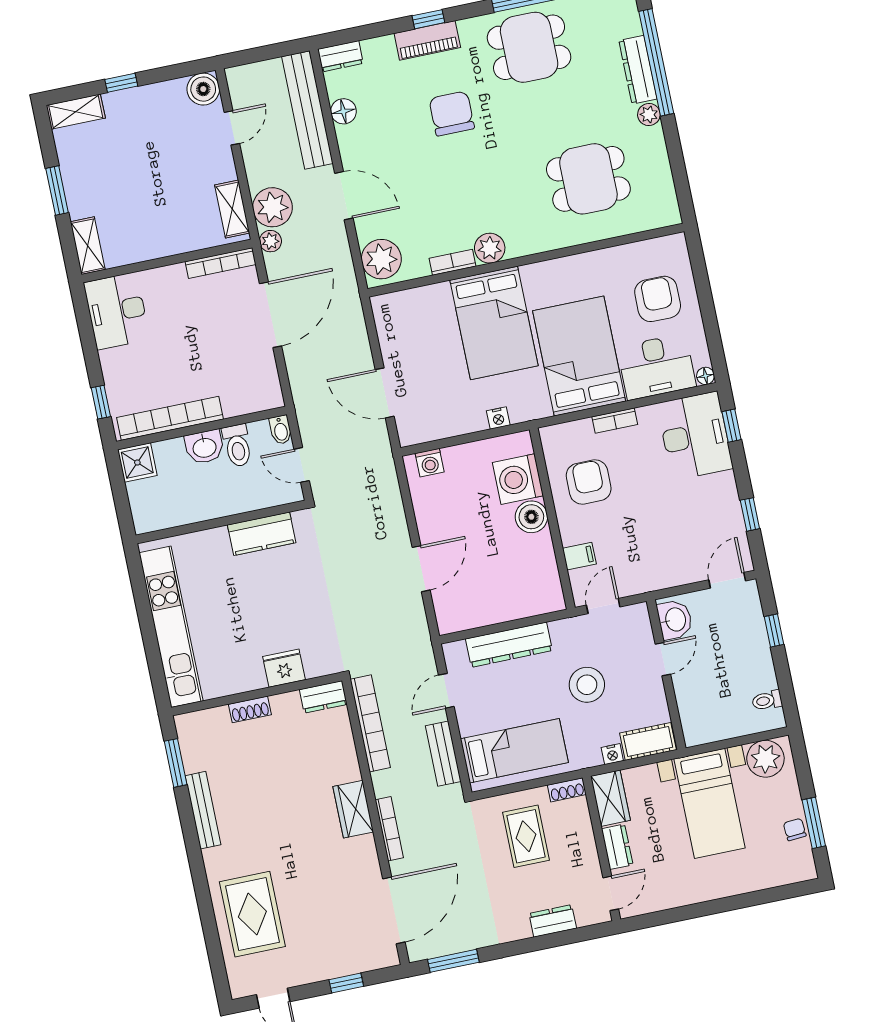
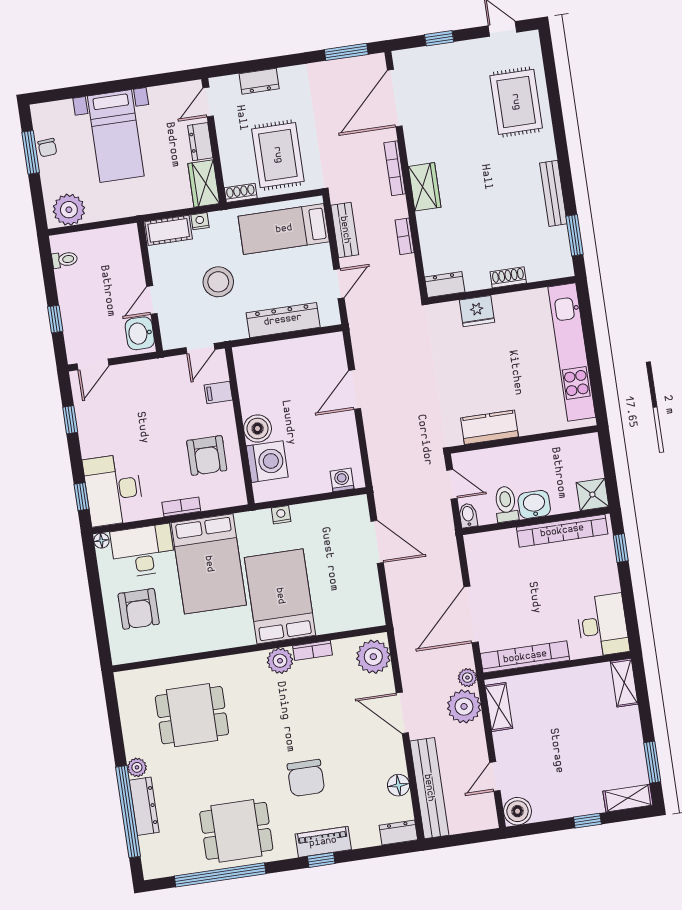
window: (57, 190) -> (652, 762), moved
bookcase: (221, 263) -> (525, 657), width x1.48, depth x1.31
bookcase: (370, 723) -> (405, 236), width x0.43, depth x0.76
bed with nightstands: (710, 803) -> (116, 136), moved, turned 180
rug: (526, 836) -> (278, 155), width x1.36, depth x1.43

